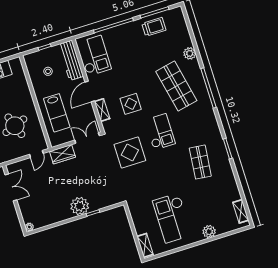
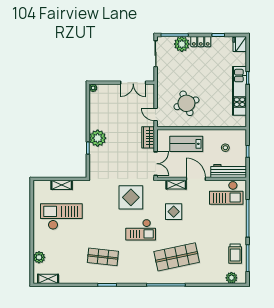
plant: (190, 53) -> (231, 278), moved
plant: (209, 232) -> (39, 257), moved
shelving: (145, 245) -> (62, 185), moved

